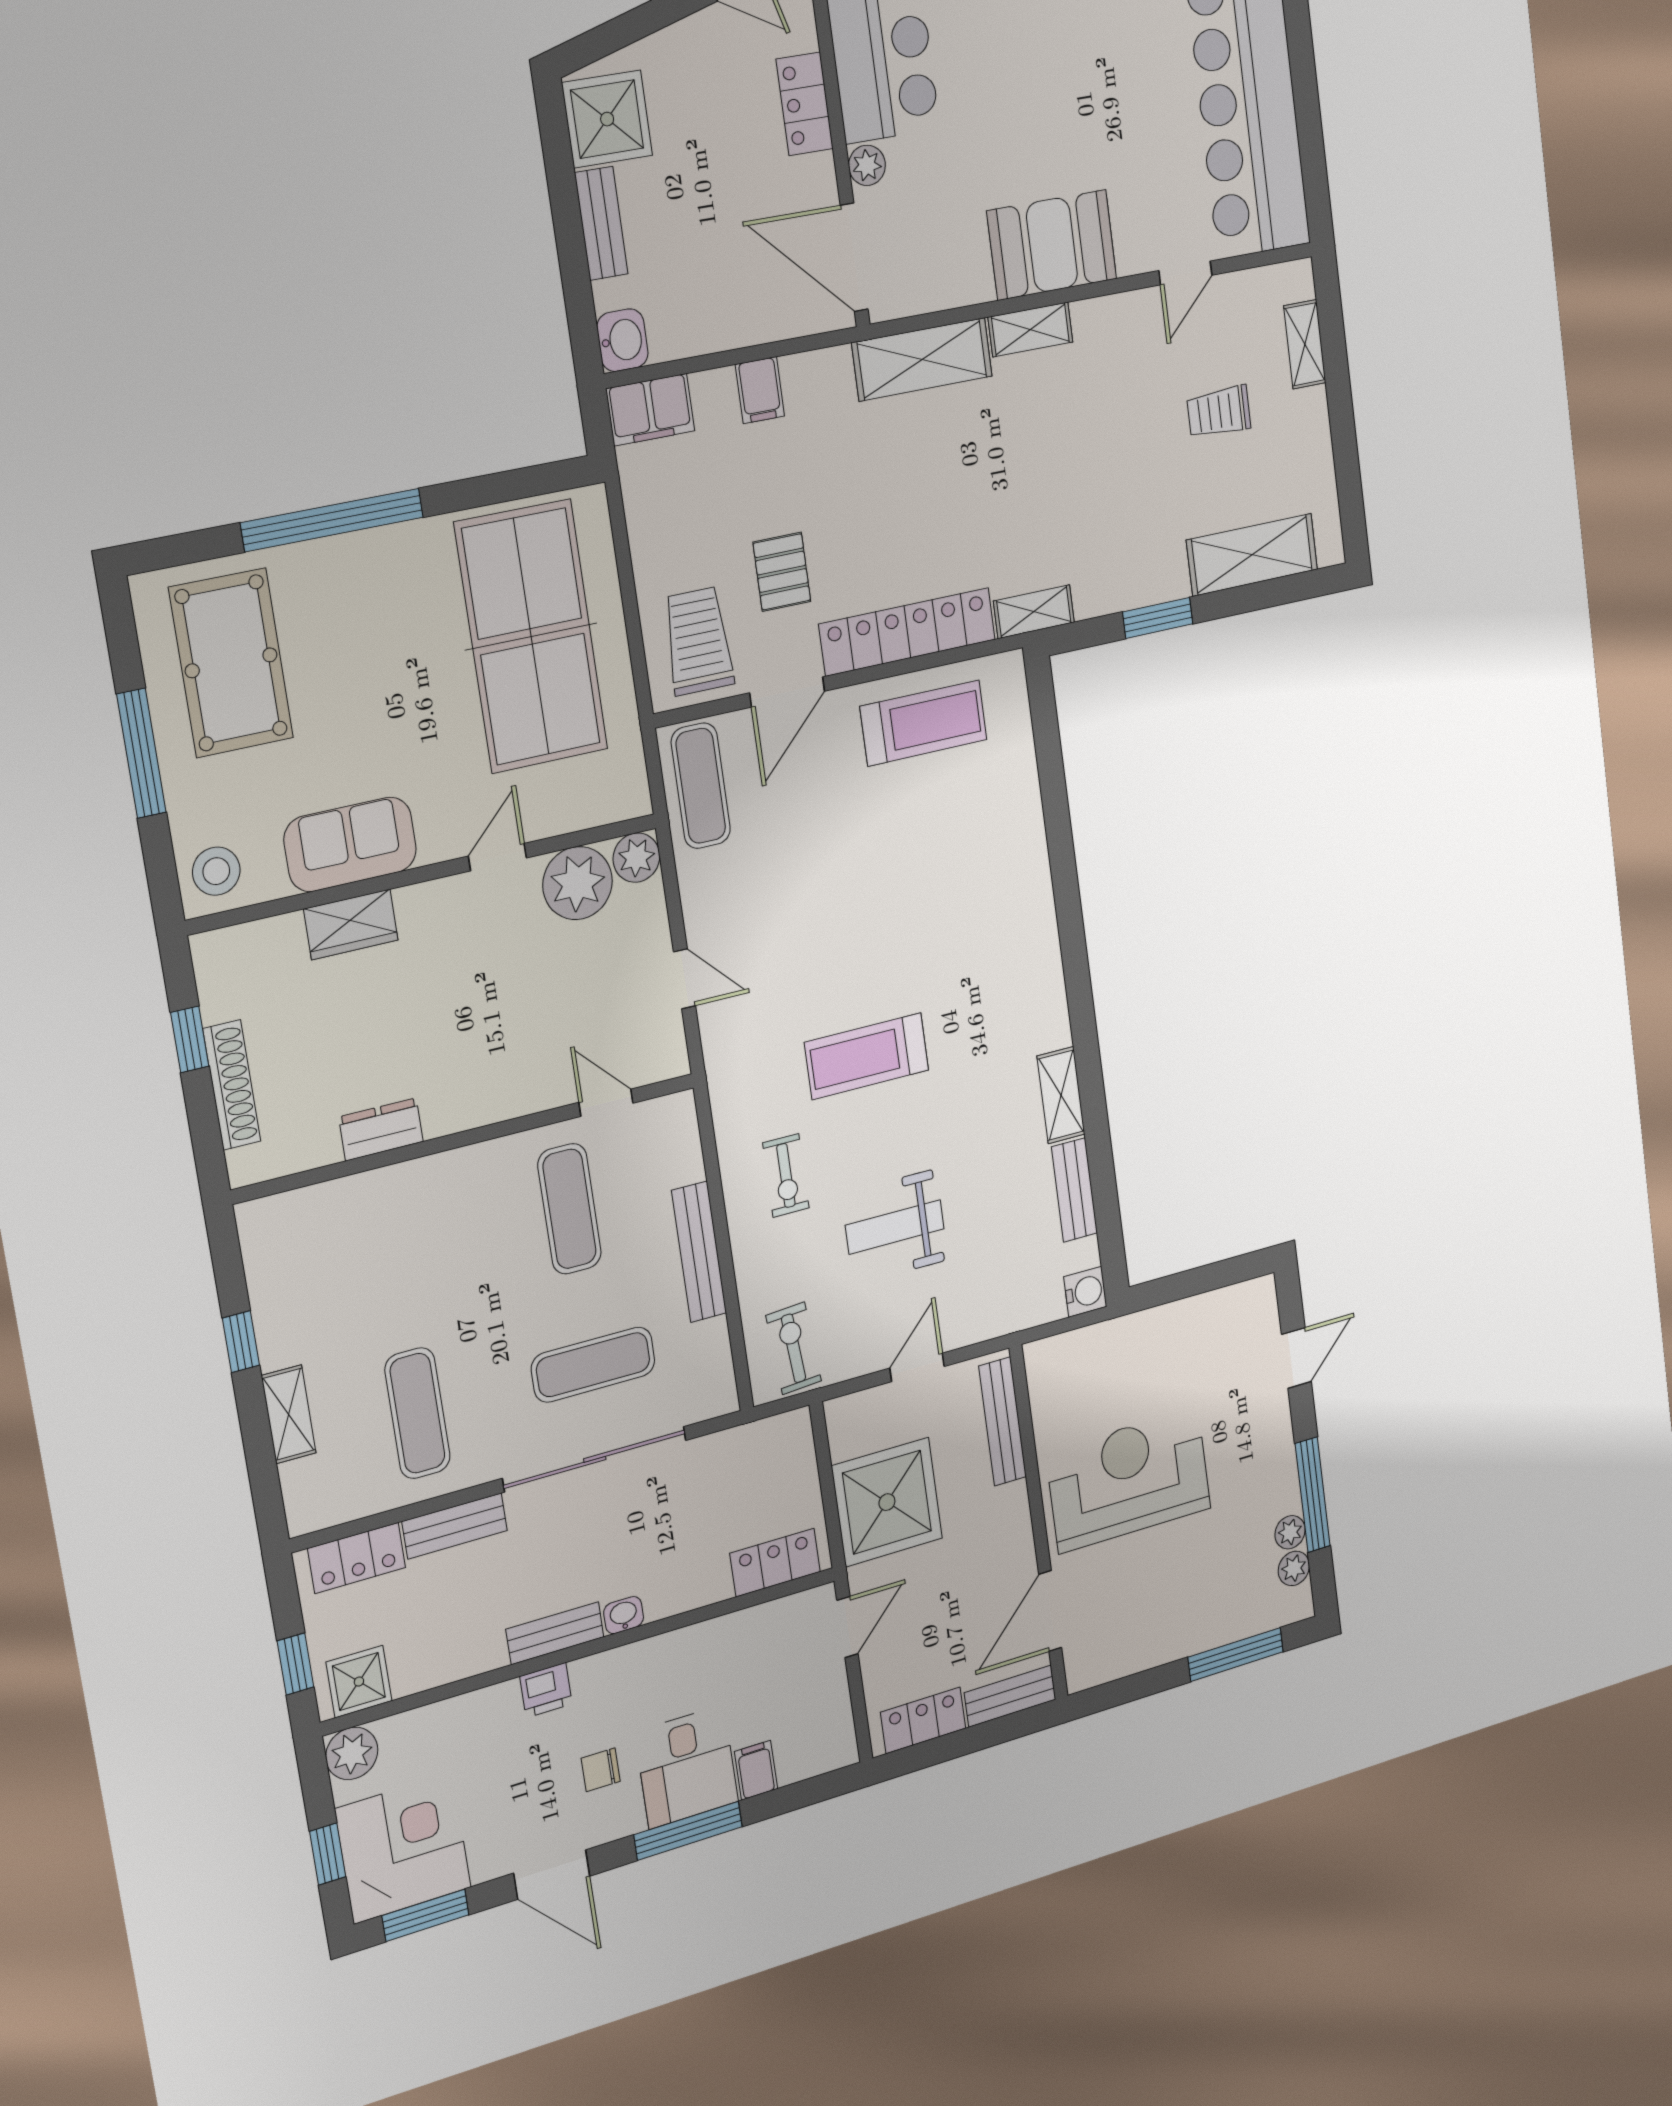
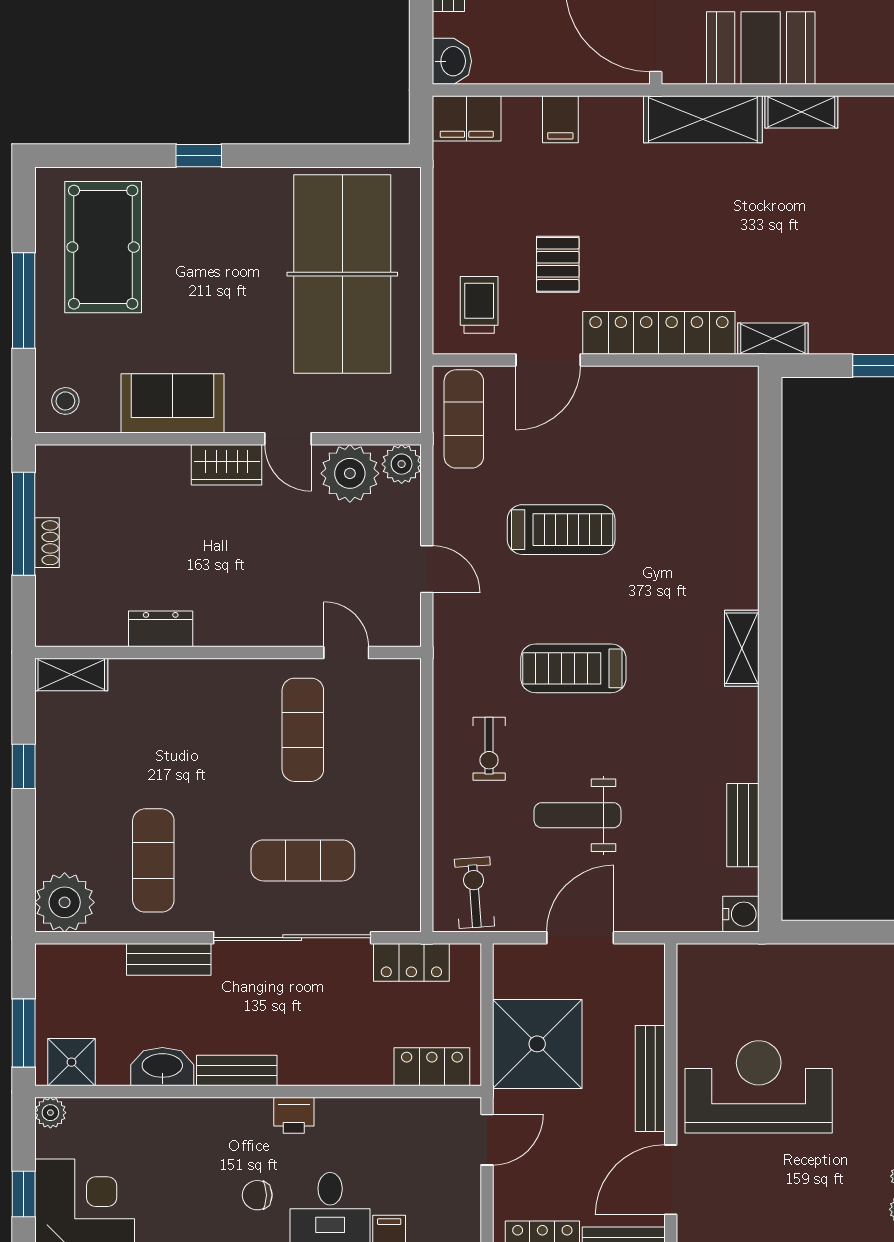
booth: (1052, 245) -> (761, 48), moved
window: (332, 520) -> (199, 156), width x0.32
trolley: (698, 641) -> (479, 305), width x0.73, depth x0.72
treadmill: (924, 723) -> (561, 530), moved
door: (497, 857) -> (288, 439), swing flipped
stool: (216, 871) -> (65, 401), width x0.73, depth x0.73
wardrobe: (351, 924) -> (227, 465), moved
window: (190, 1039) -> (24, 524), width x2.17
shoe rack: (232, 1085) -> (47, 543), width x0.51, depth x0.81
shelving: (1061, 1095) -> (742, 648), moved
bench: (699, 1252) -> (406, 792), removed
door: (917, 1367) -> (580, 938), width x1.38
shelving: (289, 1414) -> (71, 675), moved, turned 90
bench: (1003, 1422) -> (650, 1079), moved
plant: (319, 1493) -> (65, 902), added
locker: (357, 1558) -> (411, 962), moved
washbasin: (624, 1615) -> (162, 1067), moved, width x1.91, depth x1.45
window: (295, 1664) -> (24, 1033), width x1.50
printer: (546, 1690) -> (294, 1115), moved
plant: (352, 1753) -> (50, 1113), width x0.73, depth x0.73

